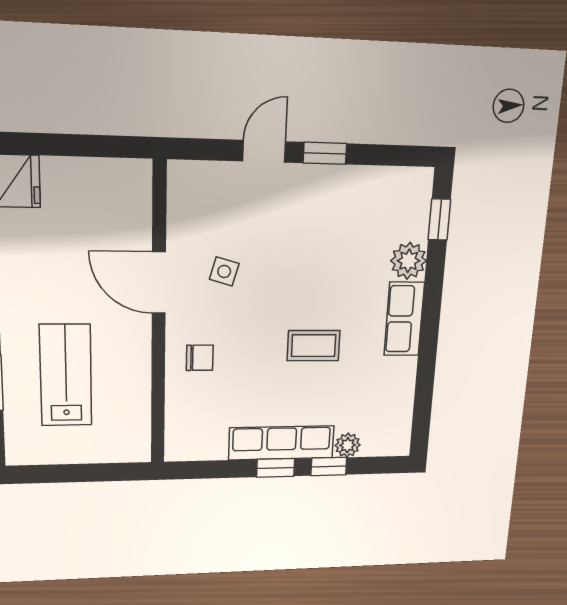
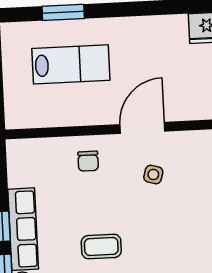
coffee table: (314, 346) -> (101, 247), turned 90

